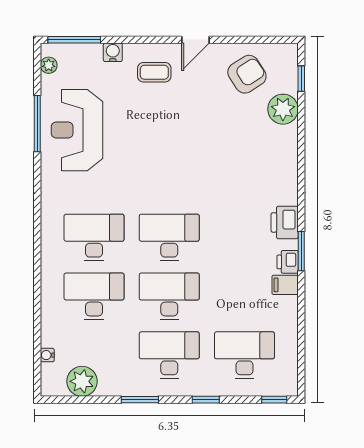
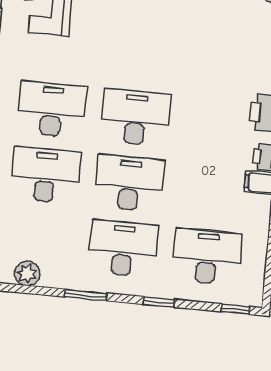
plant: (82, 381) -> (27, 273), width x0.73, depth x0.73

